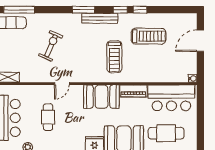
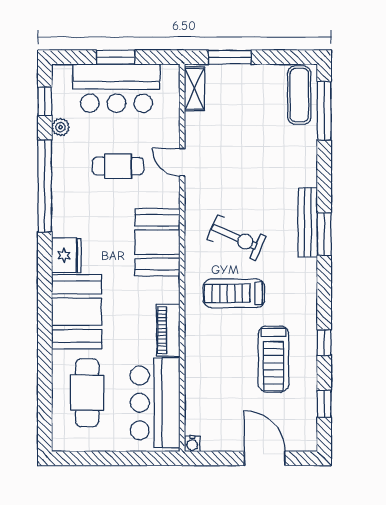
window: (120, 10) -> (324, 404), moved
bench: (100, 18) -> (308, 222), moved
exercise bike: (51, 46) -> (236, 238), moved
door: (62, 84) -> (182, 162), moved
booth: (101, 97) -> (157, 242), moved

